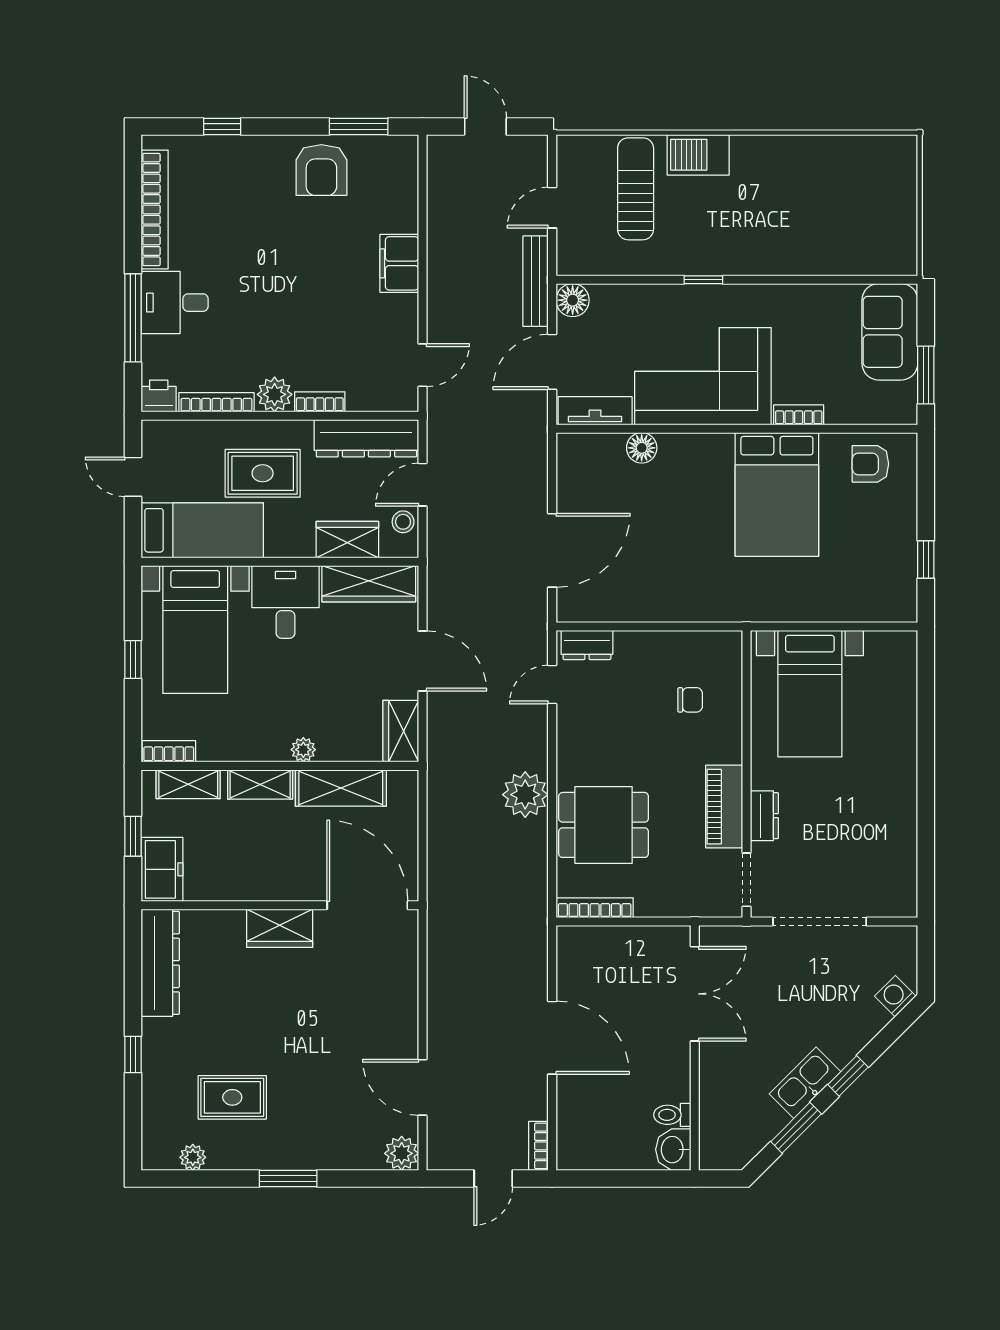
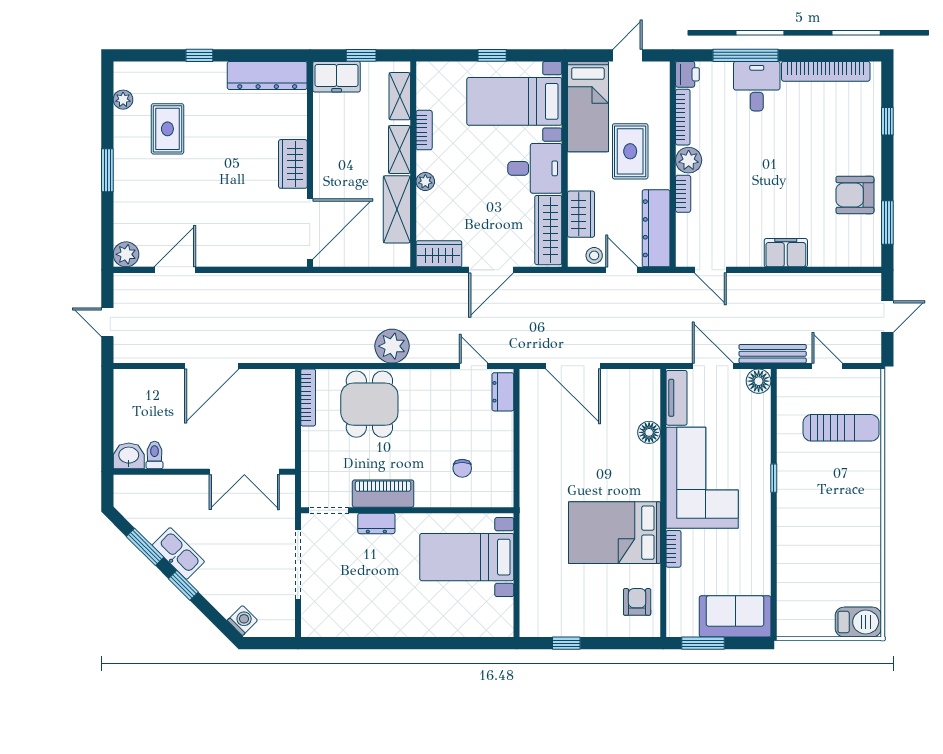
barbecue: (698, 155) -> (858, 622), moved, turned 90
bookcase: (169, 751) -> (424, 130), moved
bookcase: (538, 1146) -> (132, 356), removed

